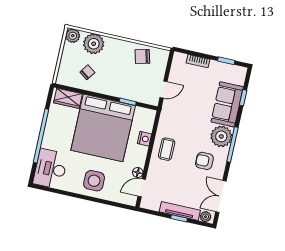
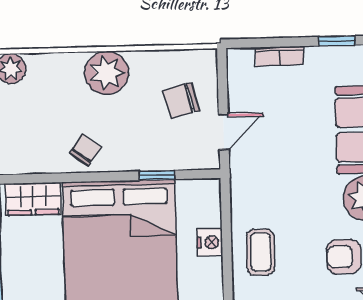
plant: (94, 44) -> (107, 73), moved
chair: (142, 56) -> (181, 101), moved
chair: (87, 72) -> (85, 150), moved

